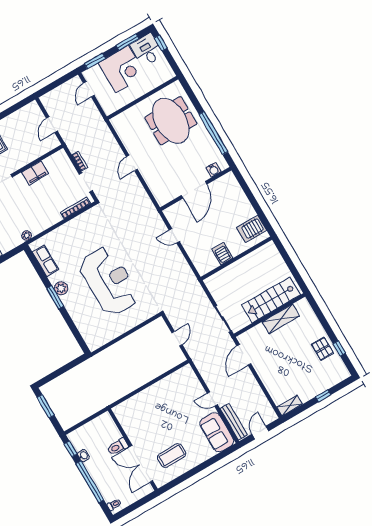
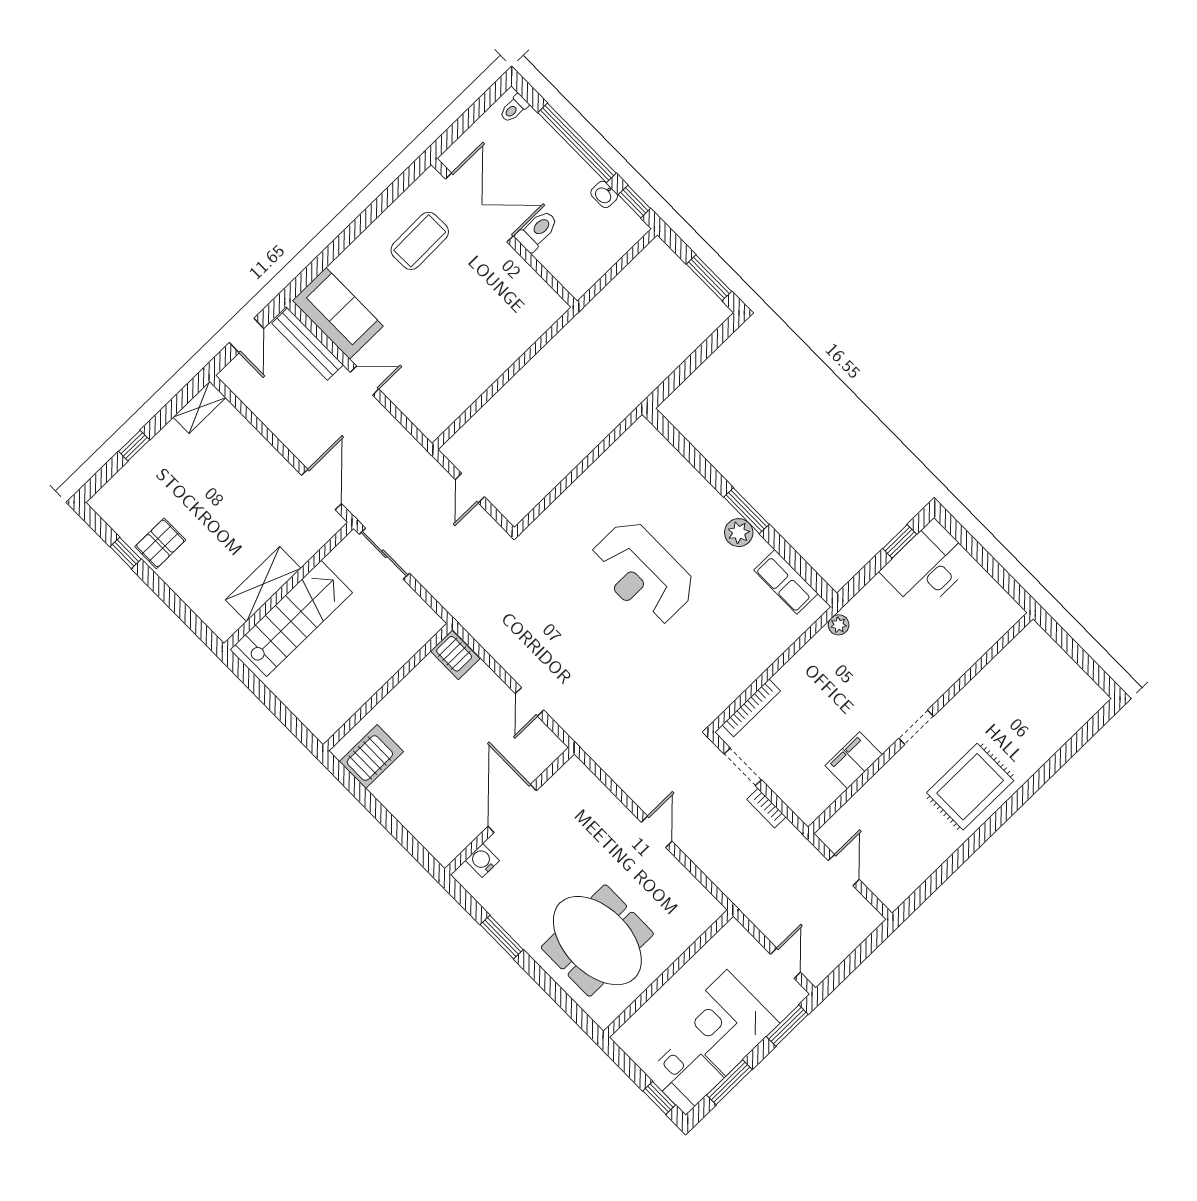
window: (213, 133) -> (502, 937), width x0.47
door: (174, 236) -> (529, 702), swing flipped
server rack: (222, 254) -> (455, 655), moved
reception desk: (109, 281) -> (642, 573), width x0.74, depth x0.77
pallet: (323, 349) -> (160, 543), turned 90

